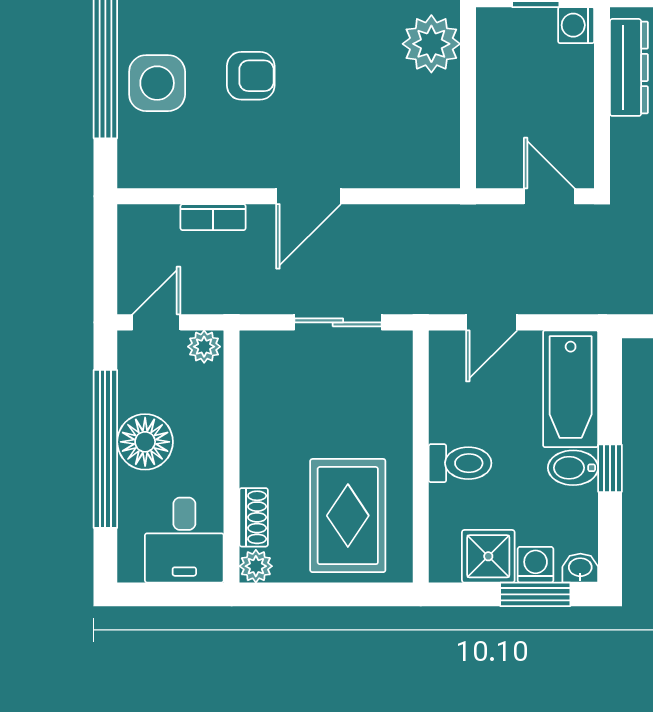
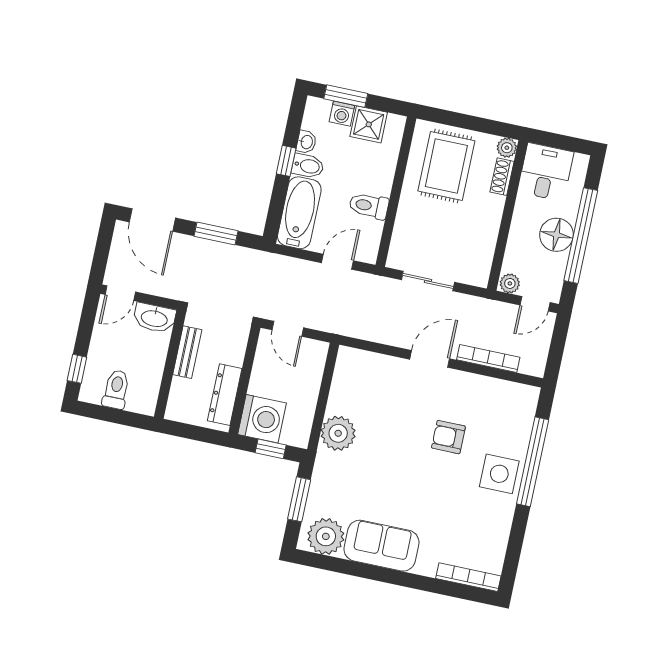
washing machine: (576, 25) -> (262, 419), width x1.89, depth x1.89
side table: (157, 83) -> (499, 474), moved
bookcase: (213, 217) -> (488, 359), width x1.56
toilet: (460, 463) -> (369, 206), moved
washbasin: (580, 568) -> (306, 142), moved, turned -90

